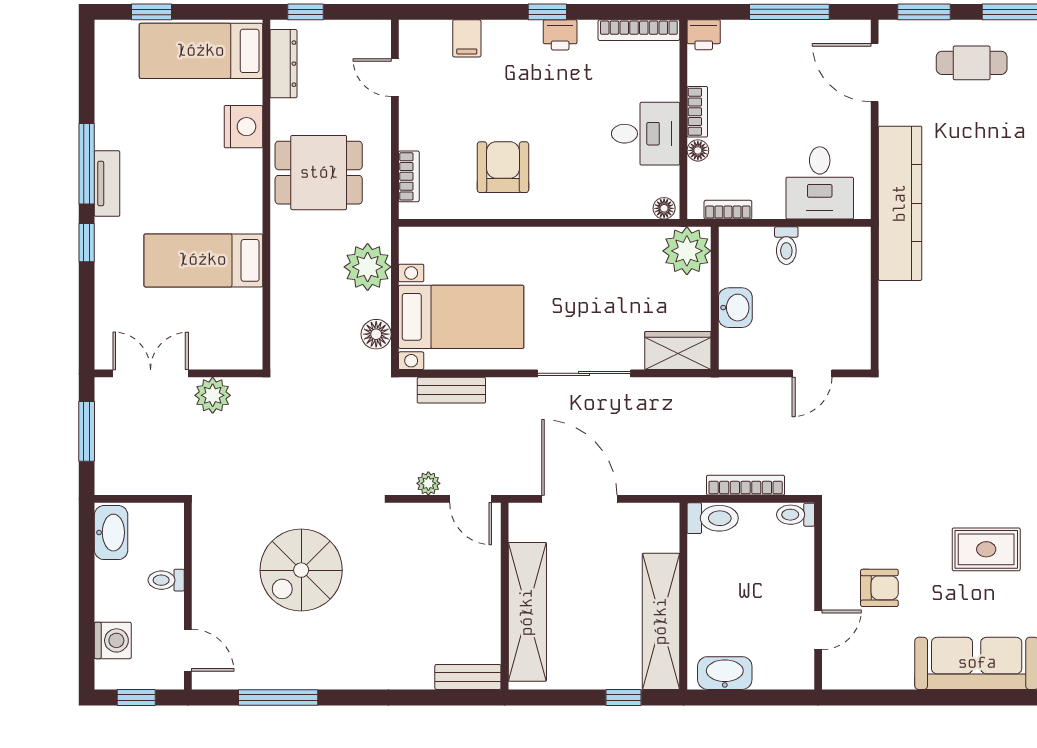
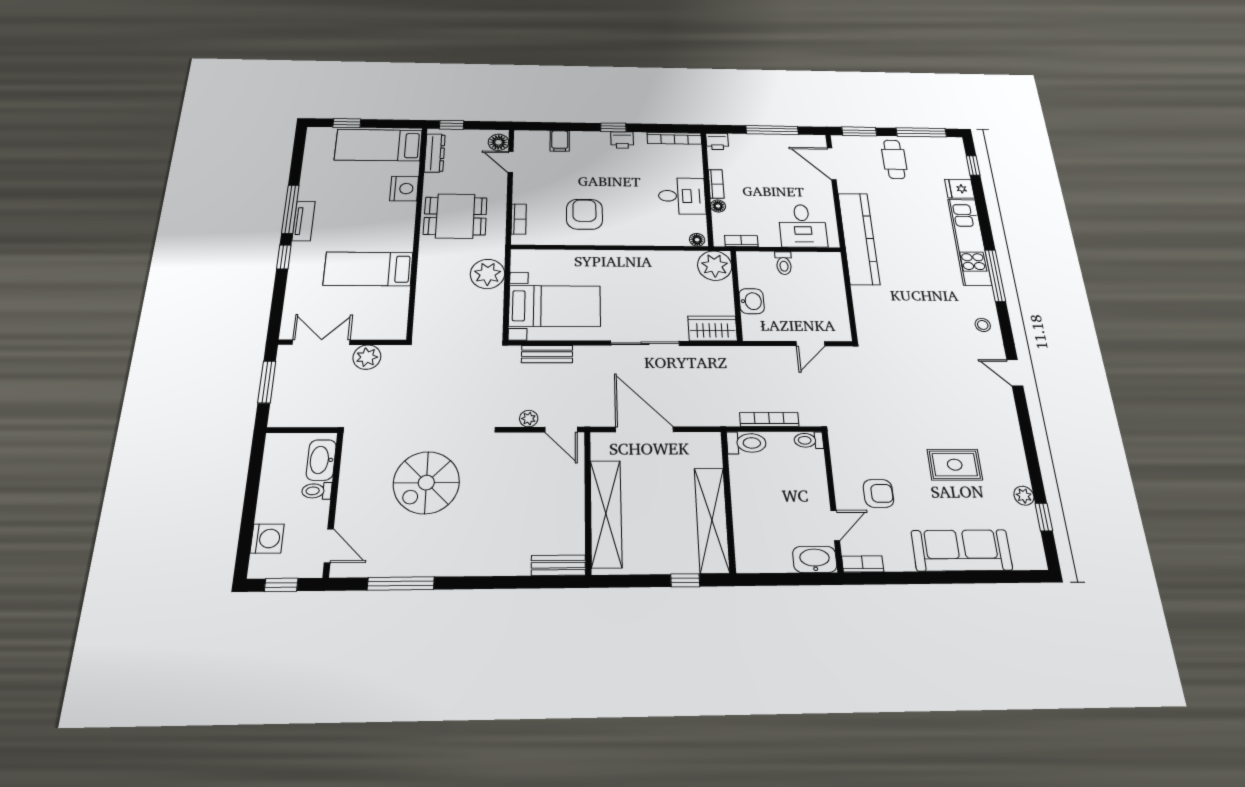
cafe table: (972, 63) -> (894, 159), turned 90
floor lamp: (376, 334) -> (499, 142), moved
washbasin: (111, 533) -> (321, 460), moved, turned 180
washbasin: (725, 673) -> (815, 559), moved
bookcase: (848, 679) -> (863, 564), added

